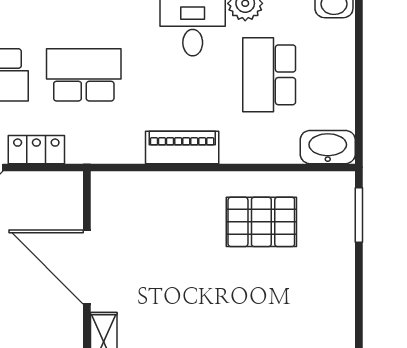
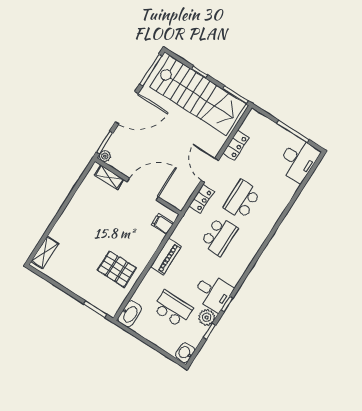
filing cabinet: (127, 191) -> (163, 224), added
pallet: (261, 222) -> (117, 269), turned 90

